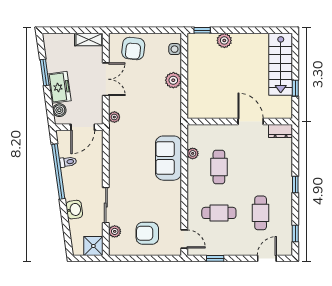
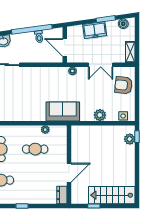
plant: (224, 40) -> (130, 139), moved
boiler: (59, 110) -> (123, 24), moved
sofa: (168, 158) -> (63, 111), moved

